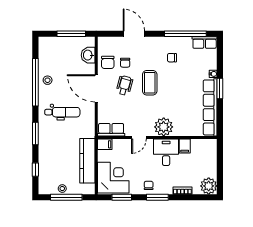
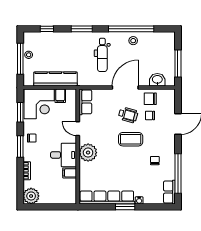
filing cabinet: (105, 144) -> (60, 96), moved

